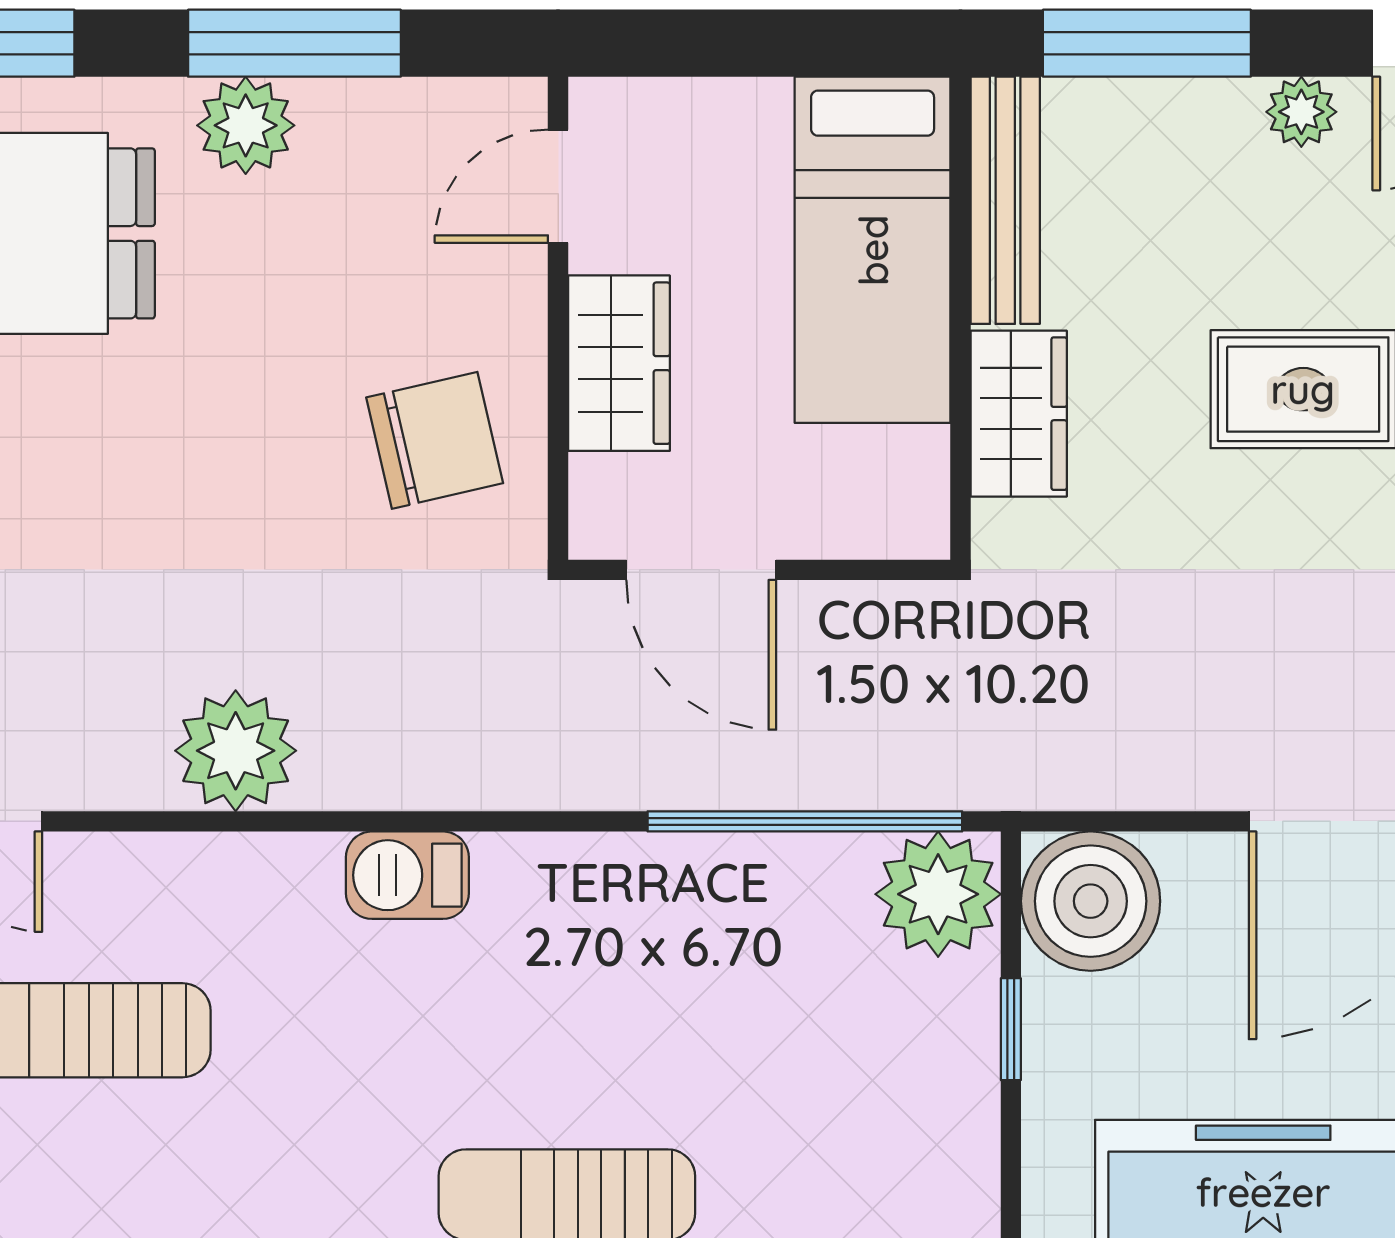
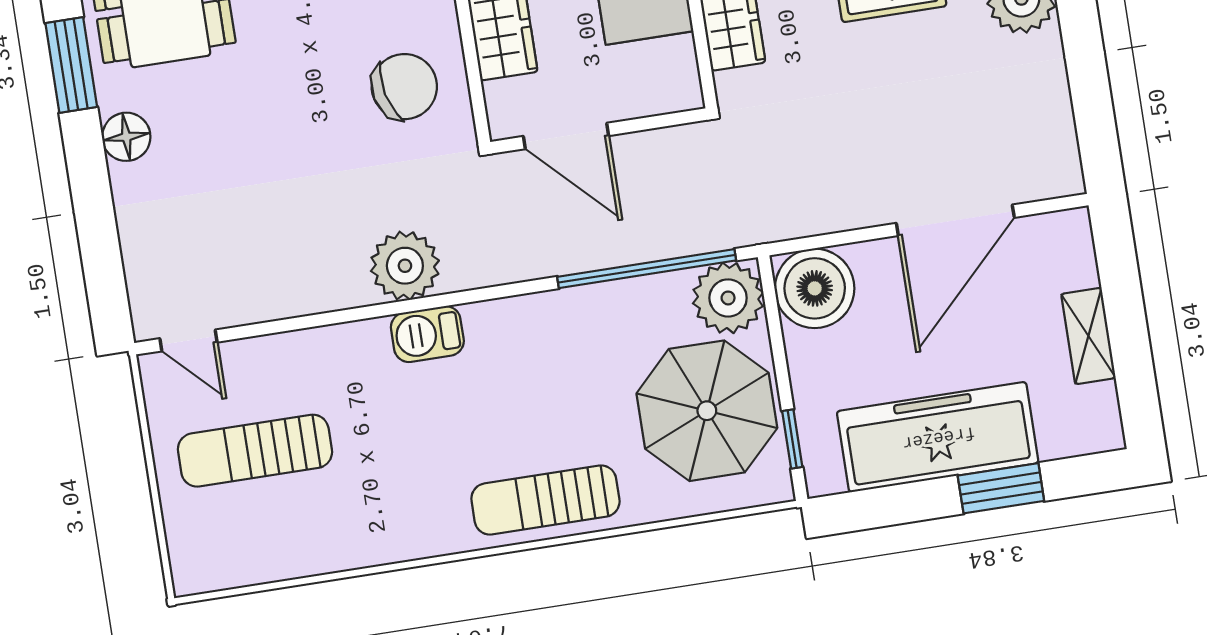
plant: (236, 751) -> (405, 266), moved
window: (1011, 1029) -> (792, 439), moved
parasol: (871, 1084) -> (707, 411), added

